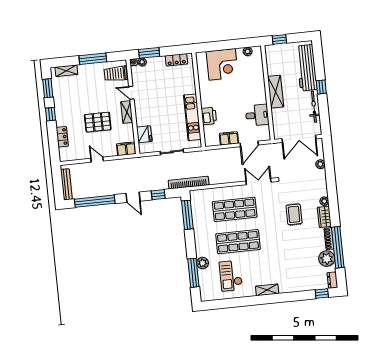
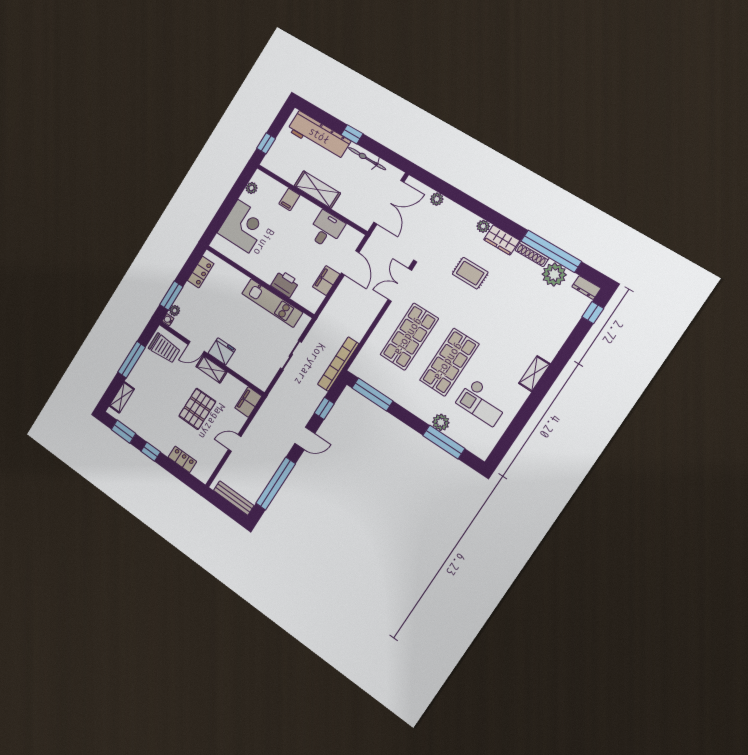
trolley: (116, 74) -> (164, 348), turned -90
filing cabinet: (258, 80) -> (289, 199), added
fridge: (144, 134) -> (222, 351), moved

